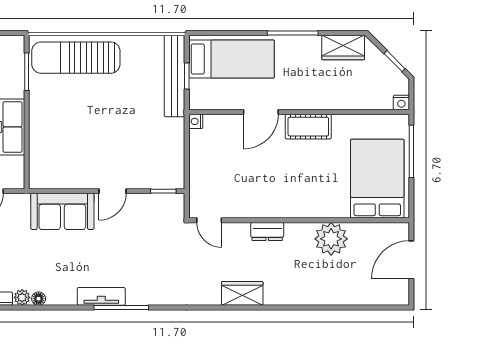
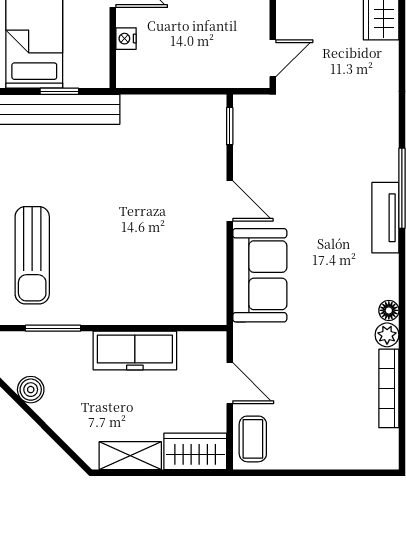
sun lounger: (76, 58) -> (32, 255), width x0.73, depth x0.75
nightstand: (196, 121) -> (126, 39), moved, turned 90

